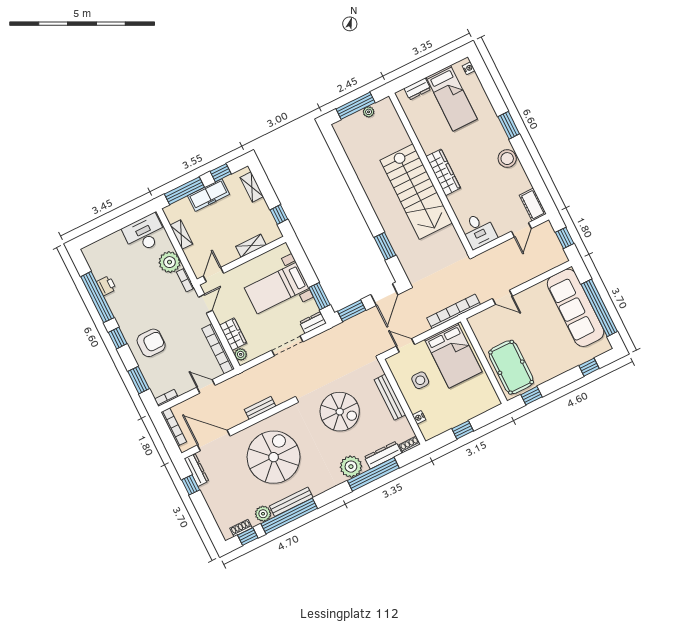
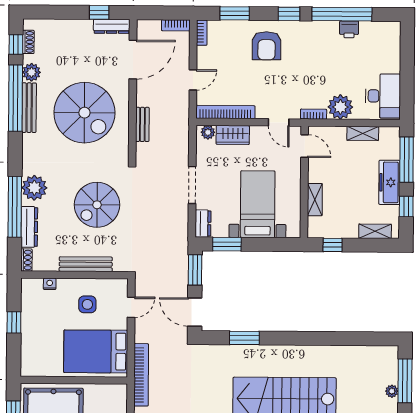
bookcase: (174, 427) -> (176, 25), width x0.64

